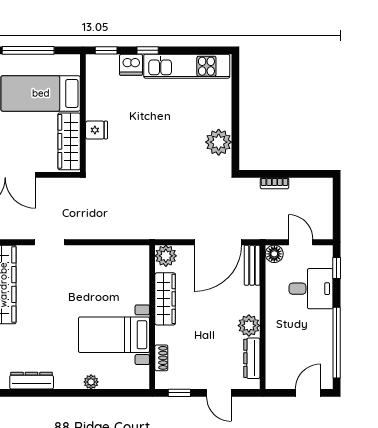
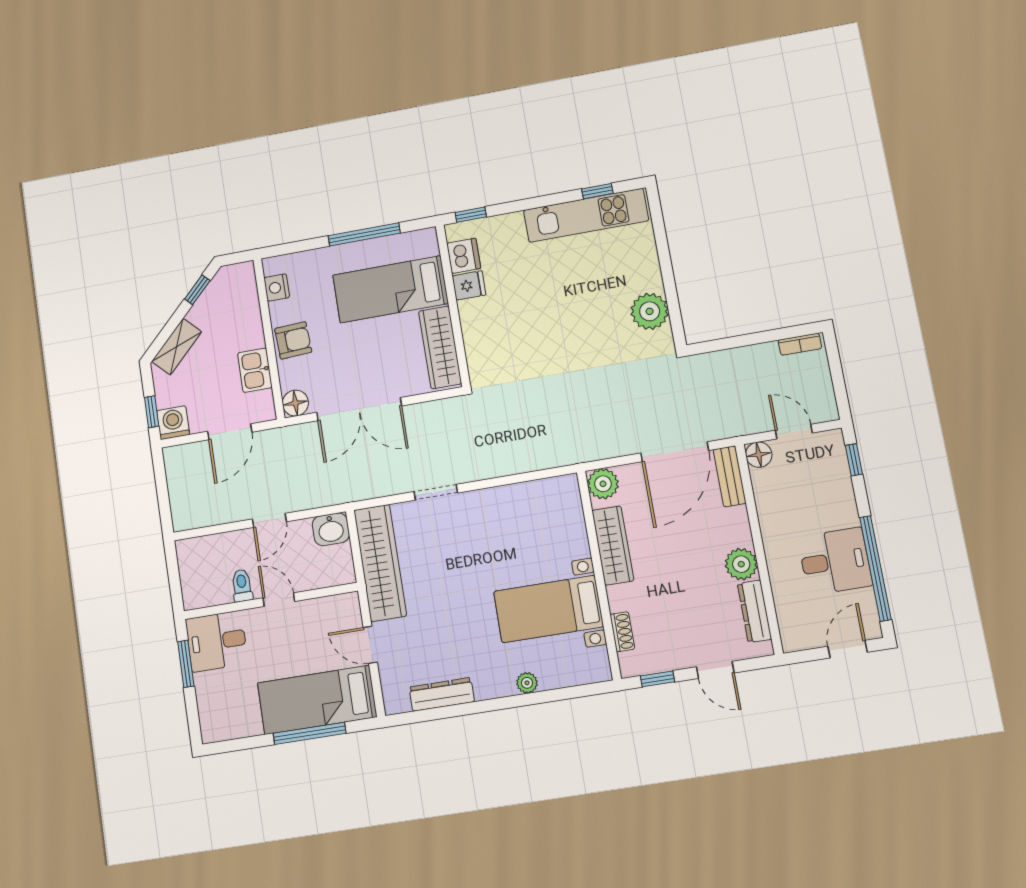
window: (148, 50) -> (597, 191), moved
dishwasher: (131, 65) -> (464, 256), moved, turned -90
fridge: (97, 130) -> (469, 285), moved
bookcase: (275, 183) -> (800, 344), moved
desk: (311, 289) -> (835, 561), moved

